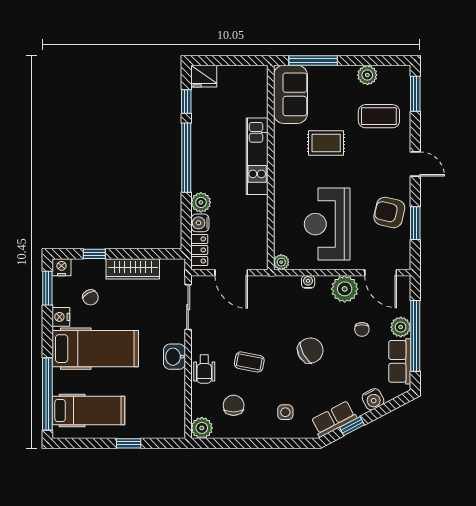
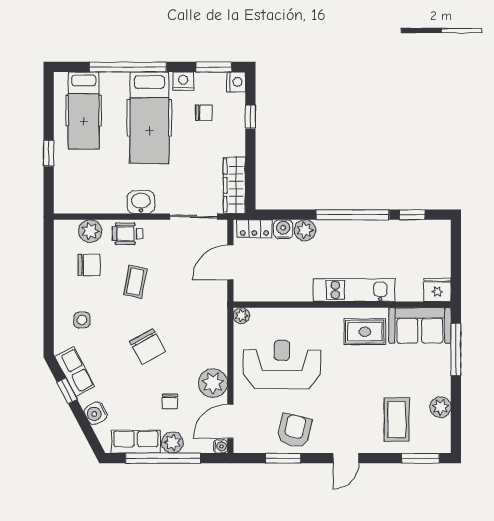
fridge: (204, 76) -> (437, 290), moved, turned 90
rug: (326, 143) -> (365, 332), moved, turned 90
wardrobe: (133, 269) -> (234, 185), moved
water cooler: (308, 282) -> (220, 446), moved
chair: (90, 297) -> (204, 113), turned -151
chair: (362, 329) -> (170, 401), turned -90
window: (47, 394) -> (128, 67), moved
plant: (202, 428) -> (90, 231), moved

